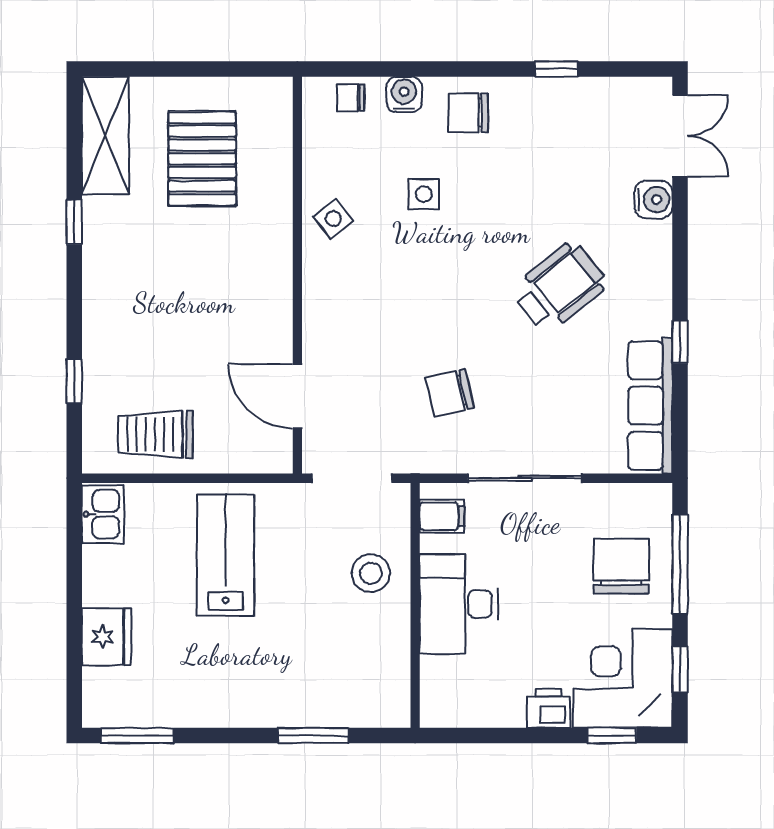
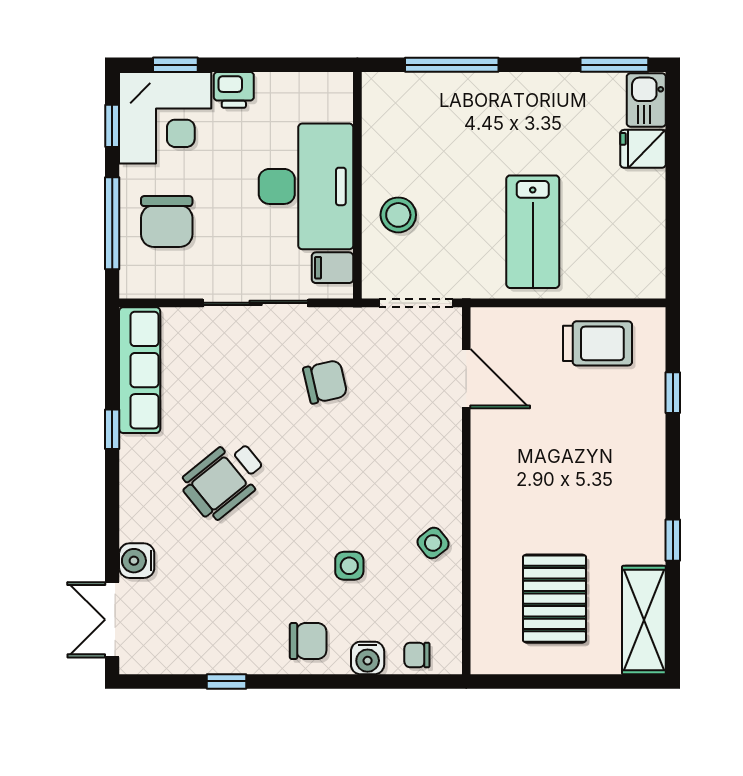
chair: (351, 98) -> (417, 655), turned 180
kitchen sink: (103, 514) -> (646, 100), moved
desk: (459, 604) -> (306, 186), width x1.36, depth x1.30
fridge: (106, 637) -> (643, 149), width x0.72
window: (313, 736) -> (452, 65), width x1.44

